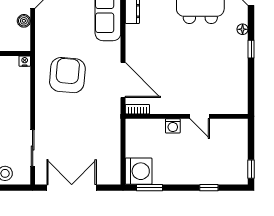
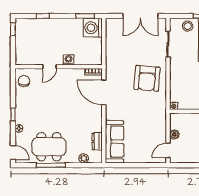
armchair: (67, 75) -> (147, 78), moved
chair: (236, 96) -> (24, 81), added
door: (200, 116) -> (49, 67), swing flipped

